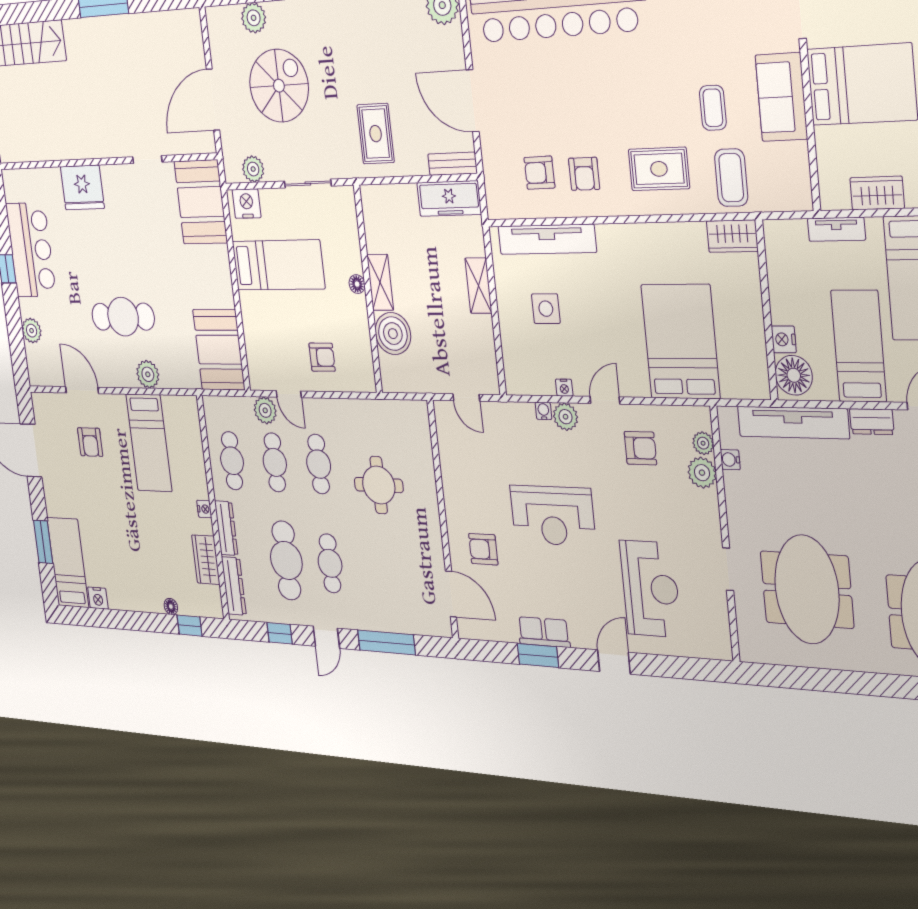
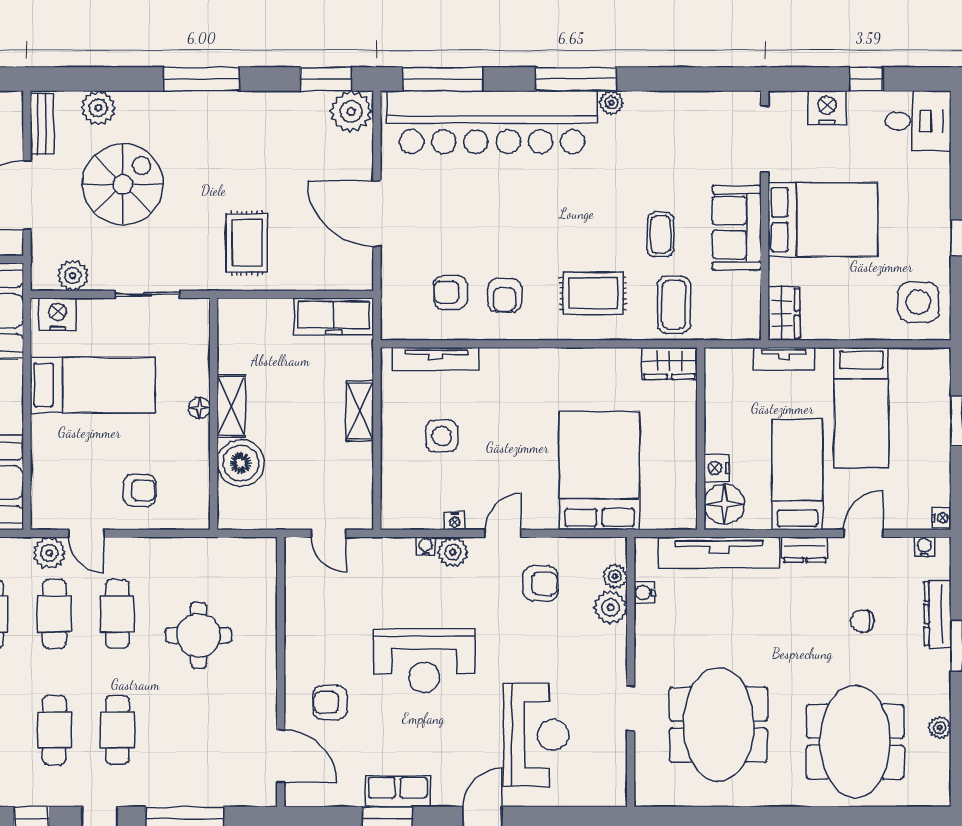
bench: (453, 164) -> (42, 124), moved, turned 90
wardrobe: (877, 193) -> (784, 313), moved, turned 90
tv unit: (547, 239) -> (436, 359), width x0.73, depth x0.78
cafe table: (286, 560) -> (54, 730), width x0.73, depth x0.74

